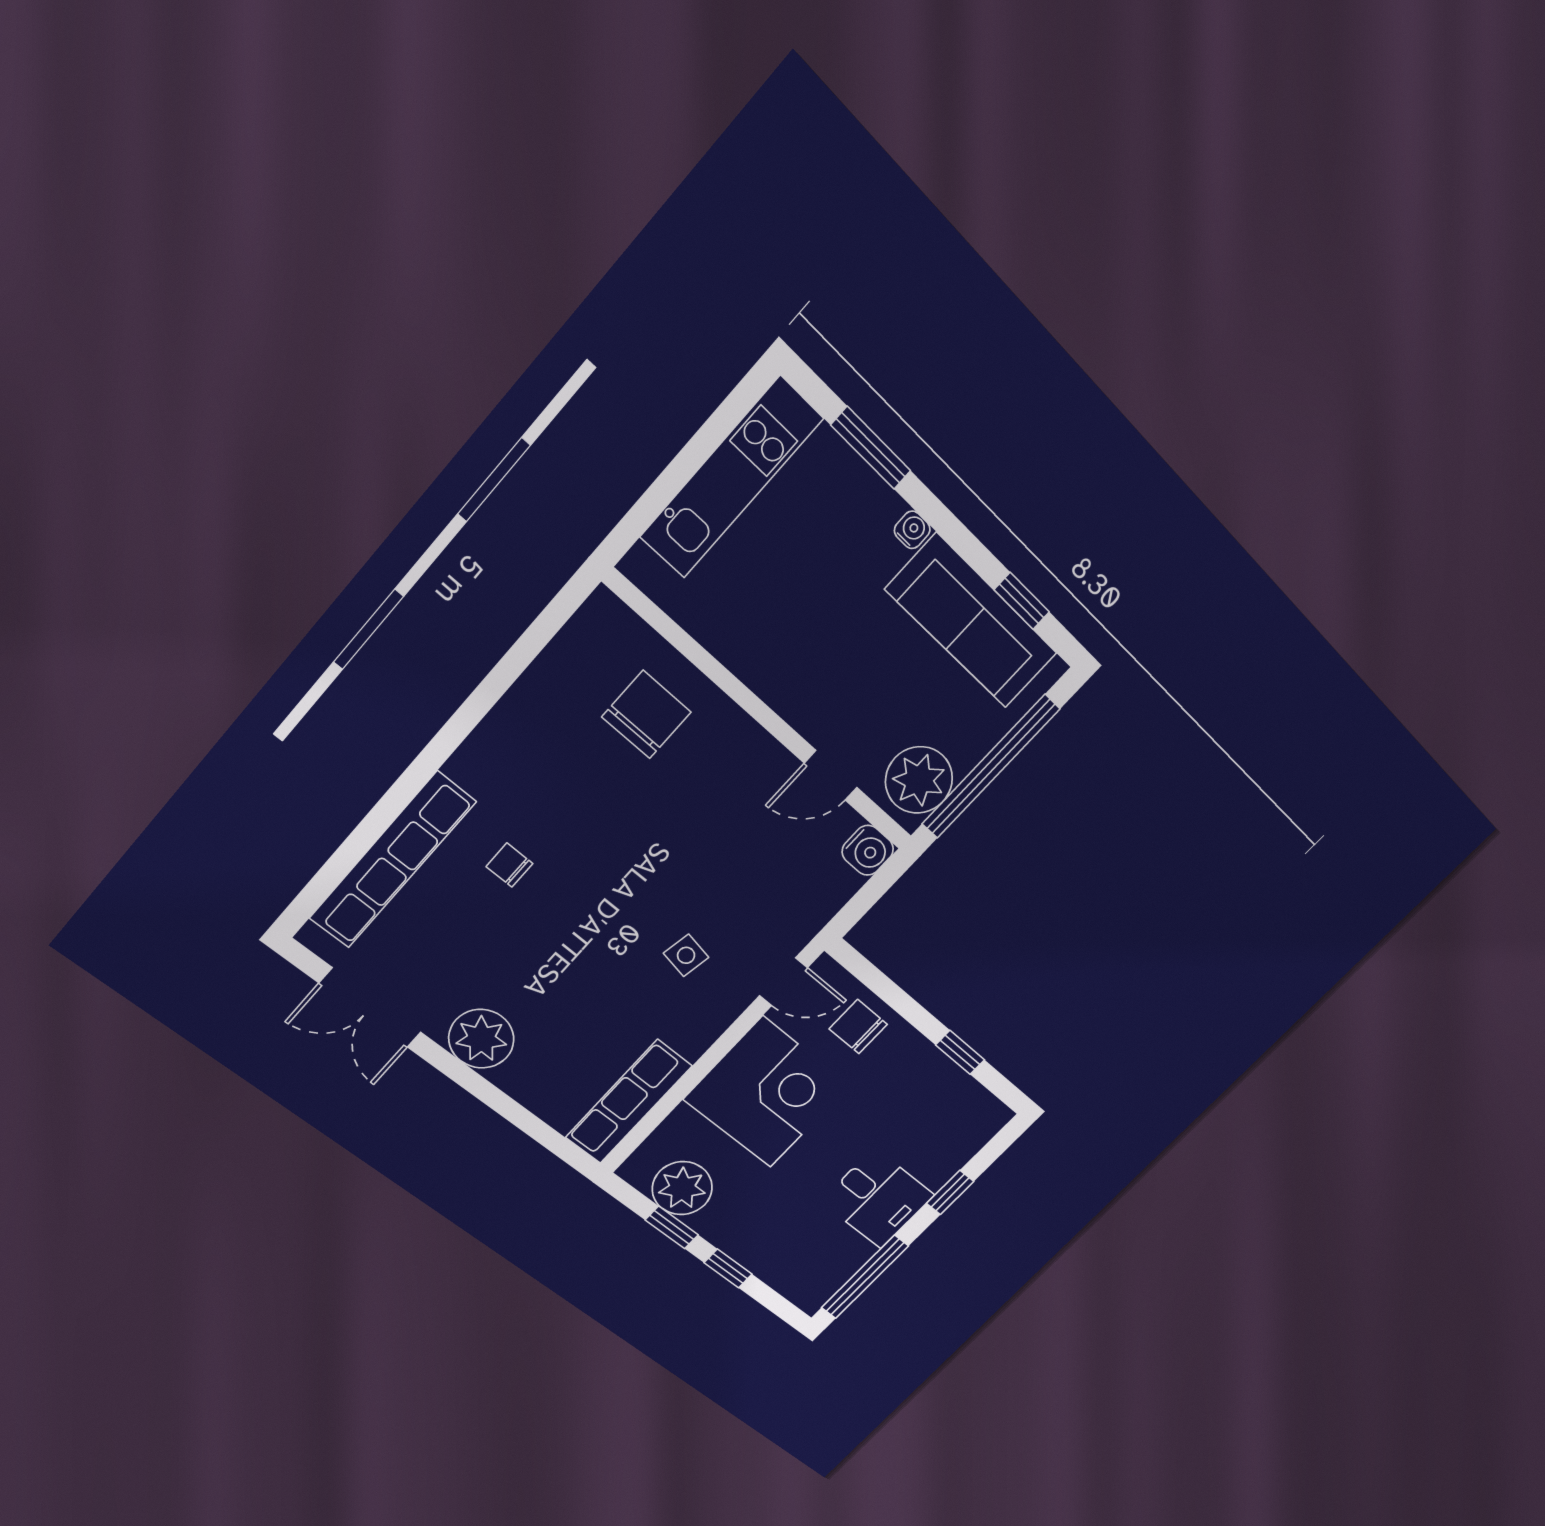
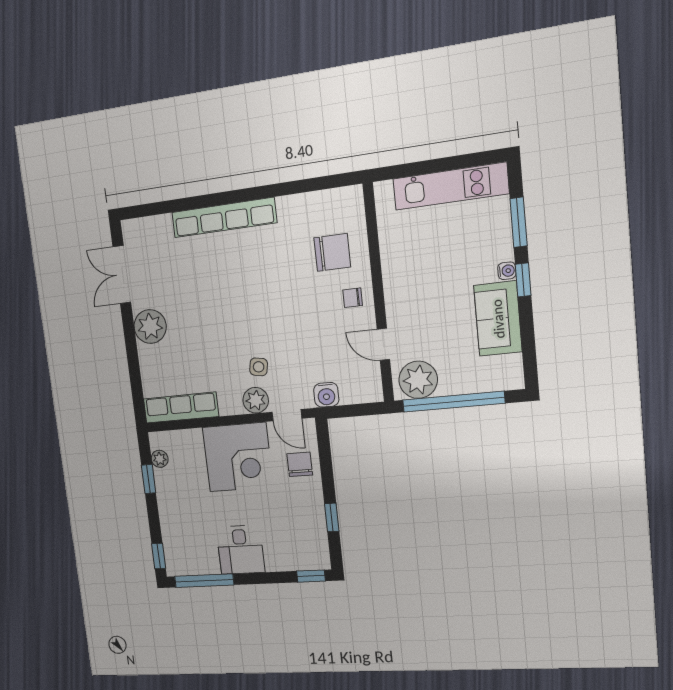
window: (1022, 601) -> (523, 280), moved
sofa: (972, 621) -> (498, 319), width x0.73
water cooler: (868, 850) -> (326, 395), moved
row of seats: (392, 860) -> (224, 218), moved
chair: (509, 865) -> (353, 298), moved, turned -90
plant: (723, 1001) -> (256, 400), added
plant: (682, 1188) -> (160, 459), width x0.53, depth x0.53
window: (950, 1192) -> (311, 576), moved
window: (728, 1268) -> (159, 556), moved

